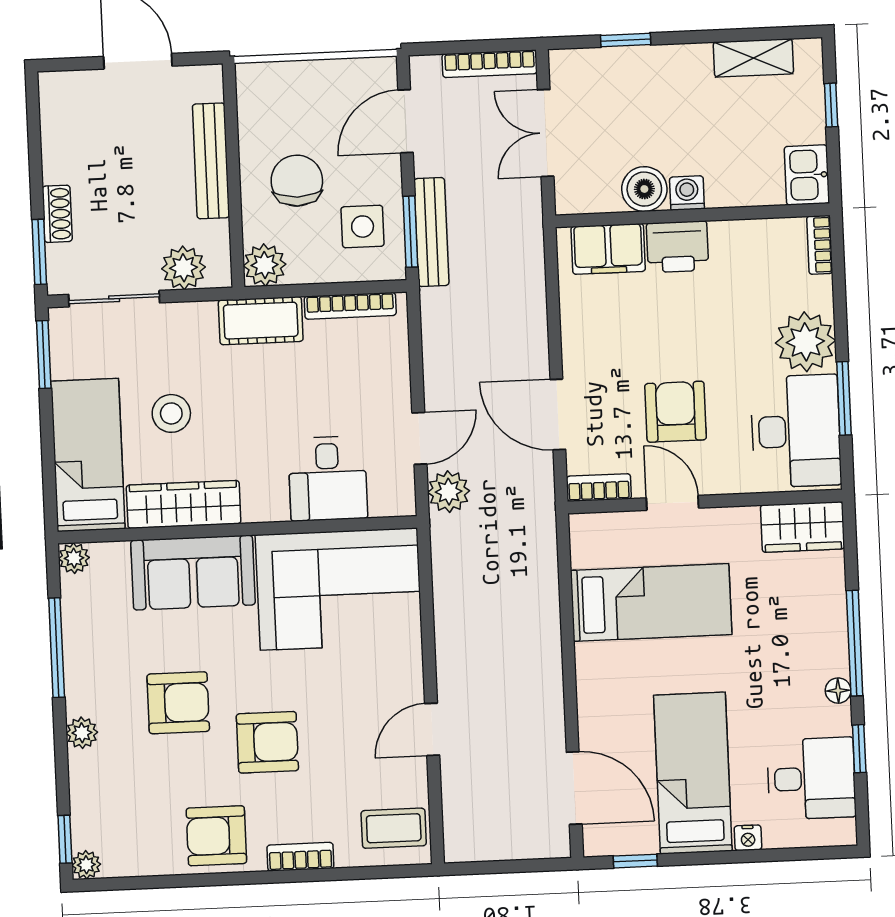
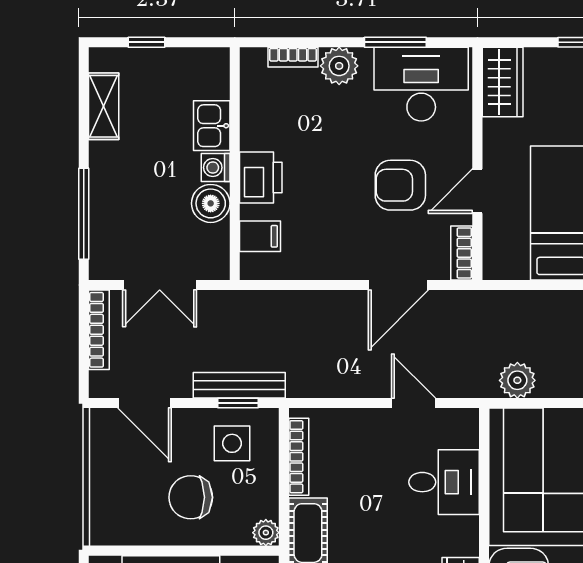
window: (626, 40) -> (84, 214), width x2.17
kitchen sink: (807, 175) -> (212, 126), moved, turned 90
window: (410, 232) -> (238, 403), width x0.67
bookcase: (820, 245) -> (293, 57), moved
filing cabinet: (608, 249) -> (260, 236), width x0.50
plant: (265, 265) -> (266, 533), width x0.73, depth x0.73
plant: (805, 342) -> (339, 66), width x0.73, depth x0.73
plant: (449, 492) -> (517, 380), moved

